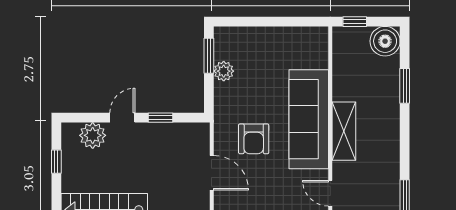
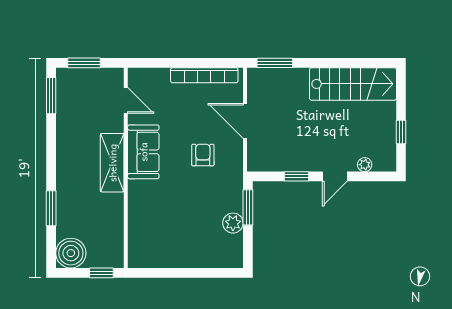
window: (209, 56) -> (248, 207), moved
sofa: (309, 119) -> (143, 152), width x0.54, depth x0.79
plant: (93, 135) -> (365, 165), width x0.53, depth x0.53
armchair: (254, 139) -> (203, 155), width x0.72, depth x0.72

